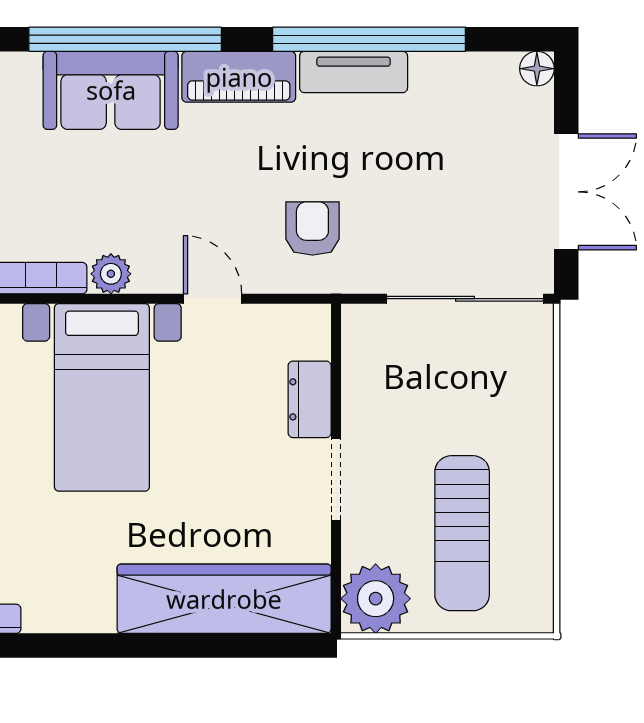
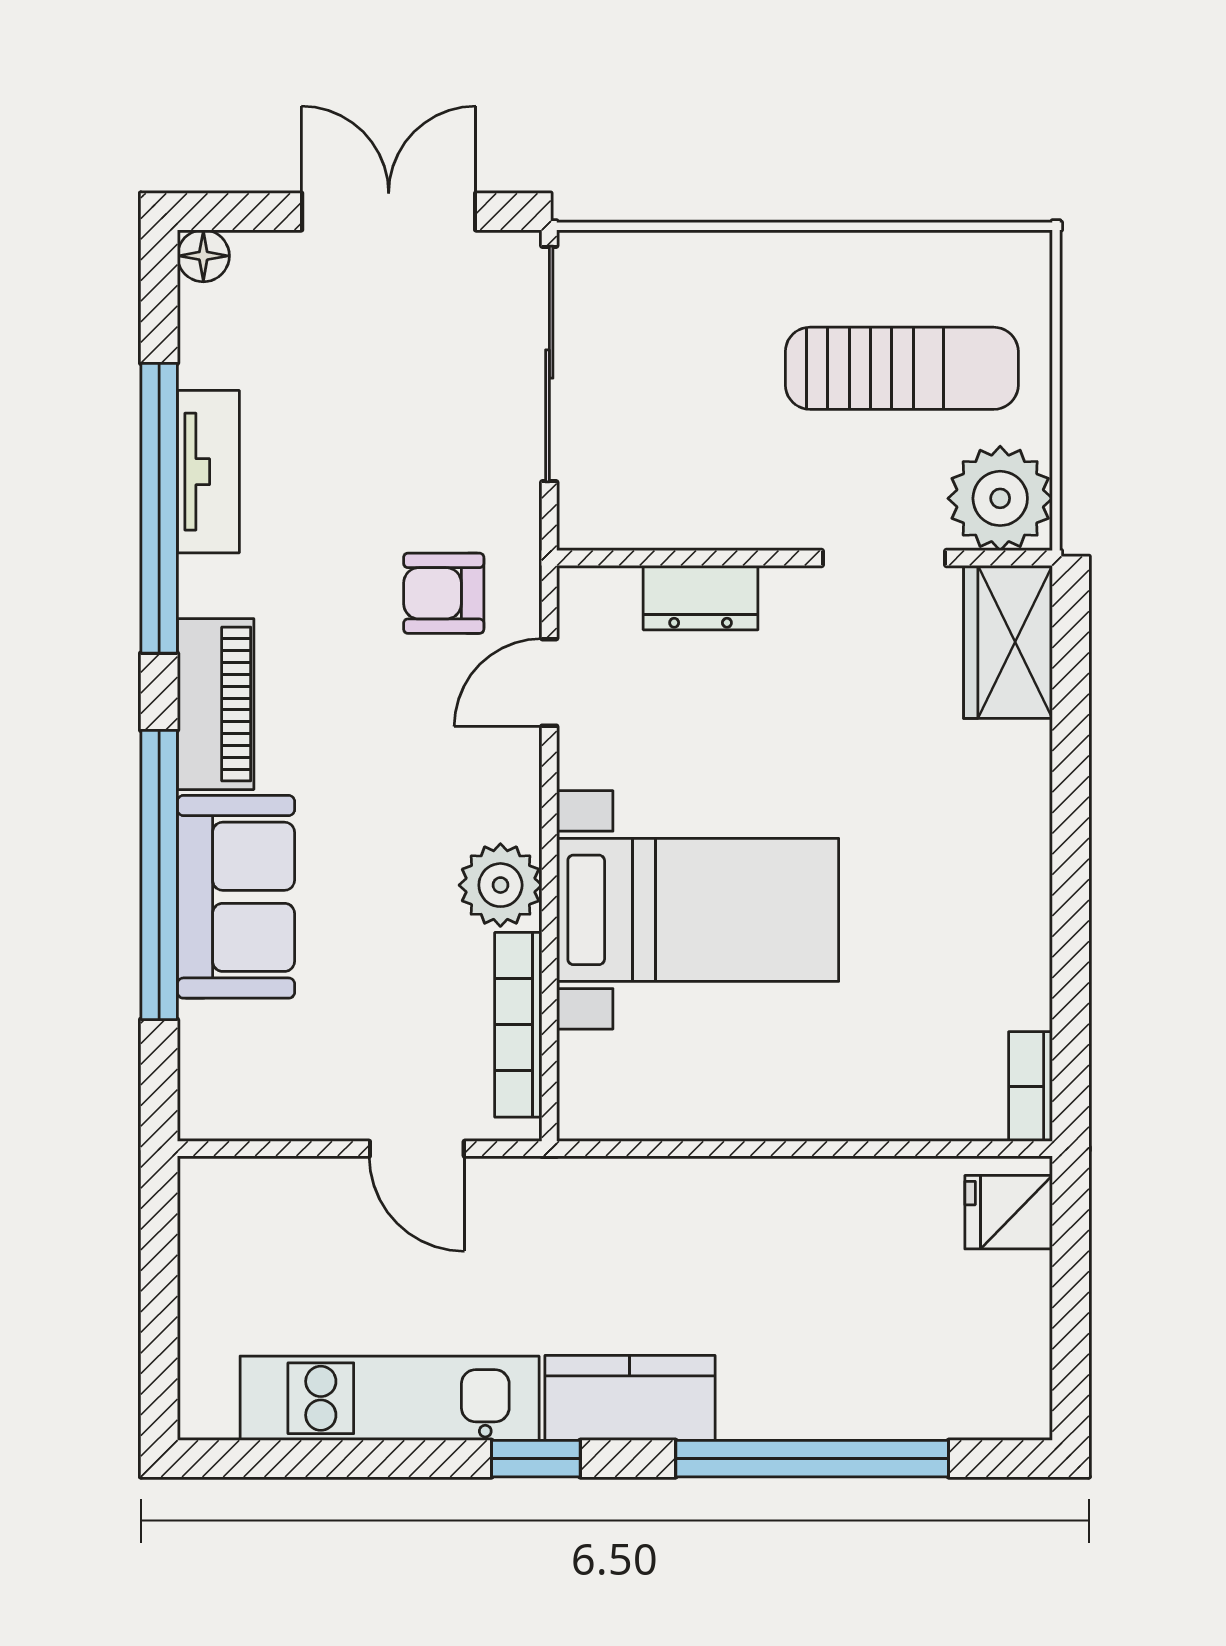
tv unit: (354, 72) -> (208, 472), moved
plant: (111, 274) -> (500, 885), width x1.38, depth x1.38
door: (213, 299) -> (549, 682), moved
doorway: (336, 479) -> (884, 558), moved
wardrobe: (224, 599) -> (1008, 642), width x0.48, depth x0.85

